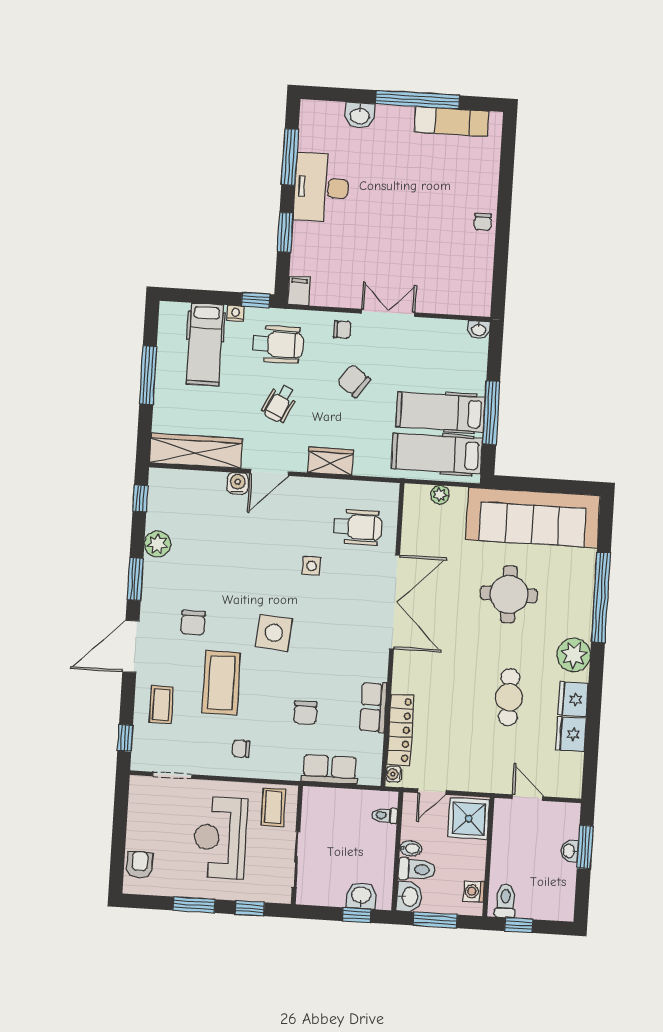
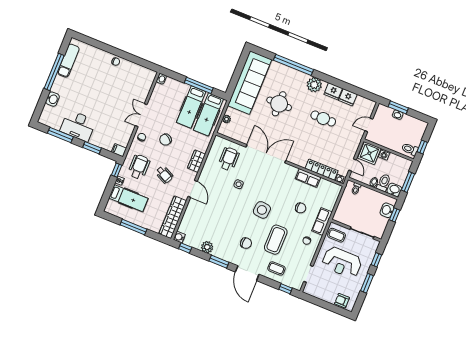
water cooler: (238, 483) -> (179, 237), moved
coffee table: (221, 683) -> (276, 240), turned 90
row of seats: (330, 769) -> (322, 221), moved
washing machine: (474, 891) -> (384, 154), moved

